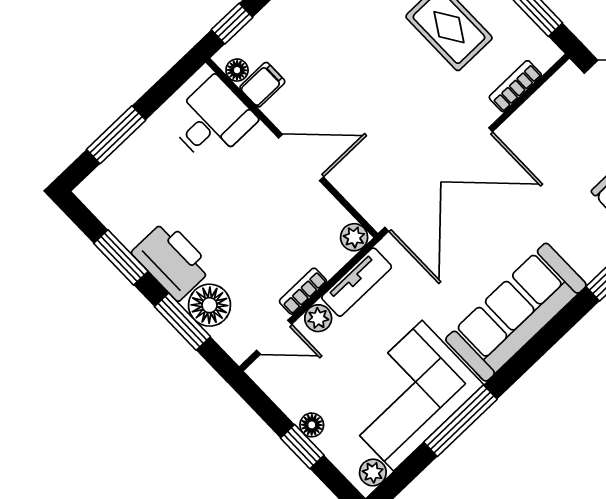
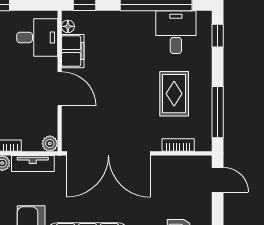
filing cabinet: (262, 85) -> (73, 51), width x2.00

